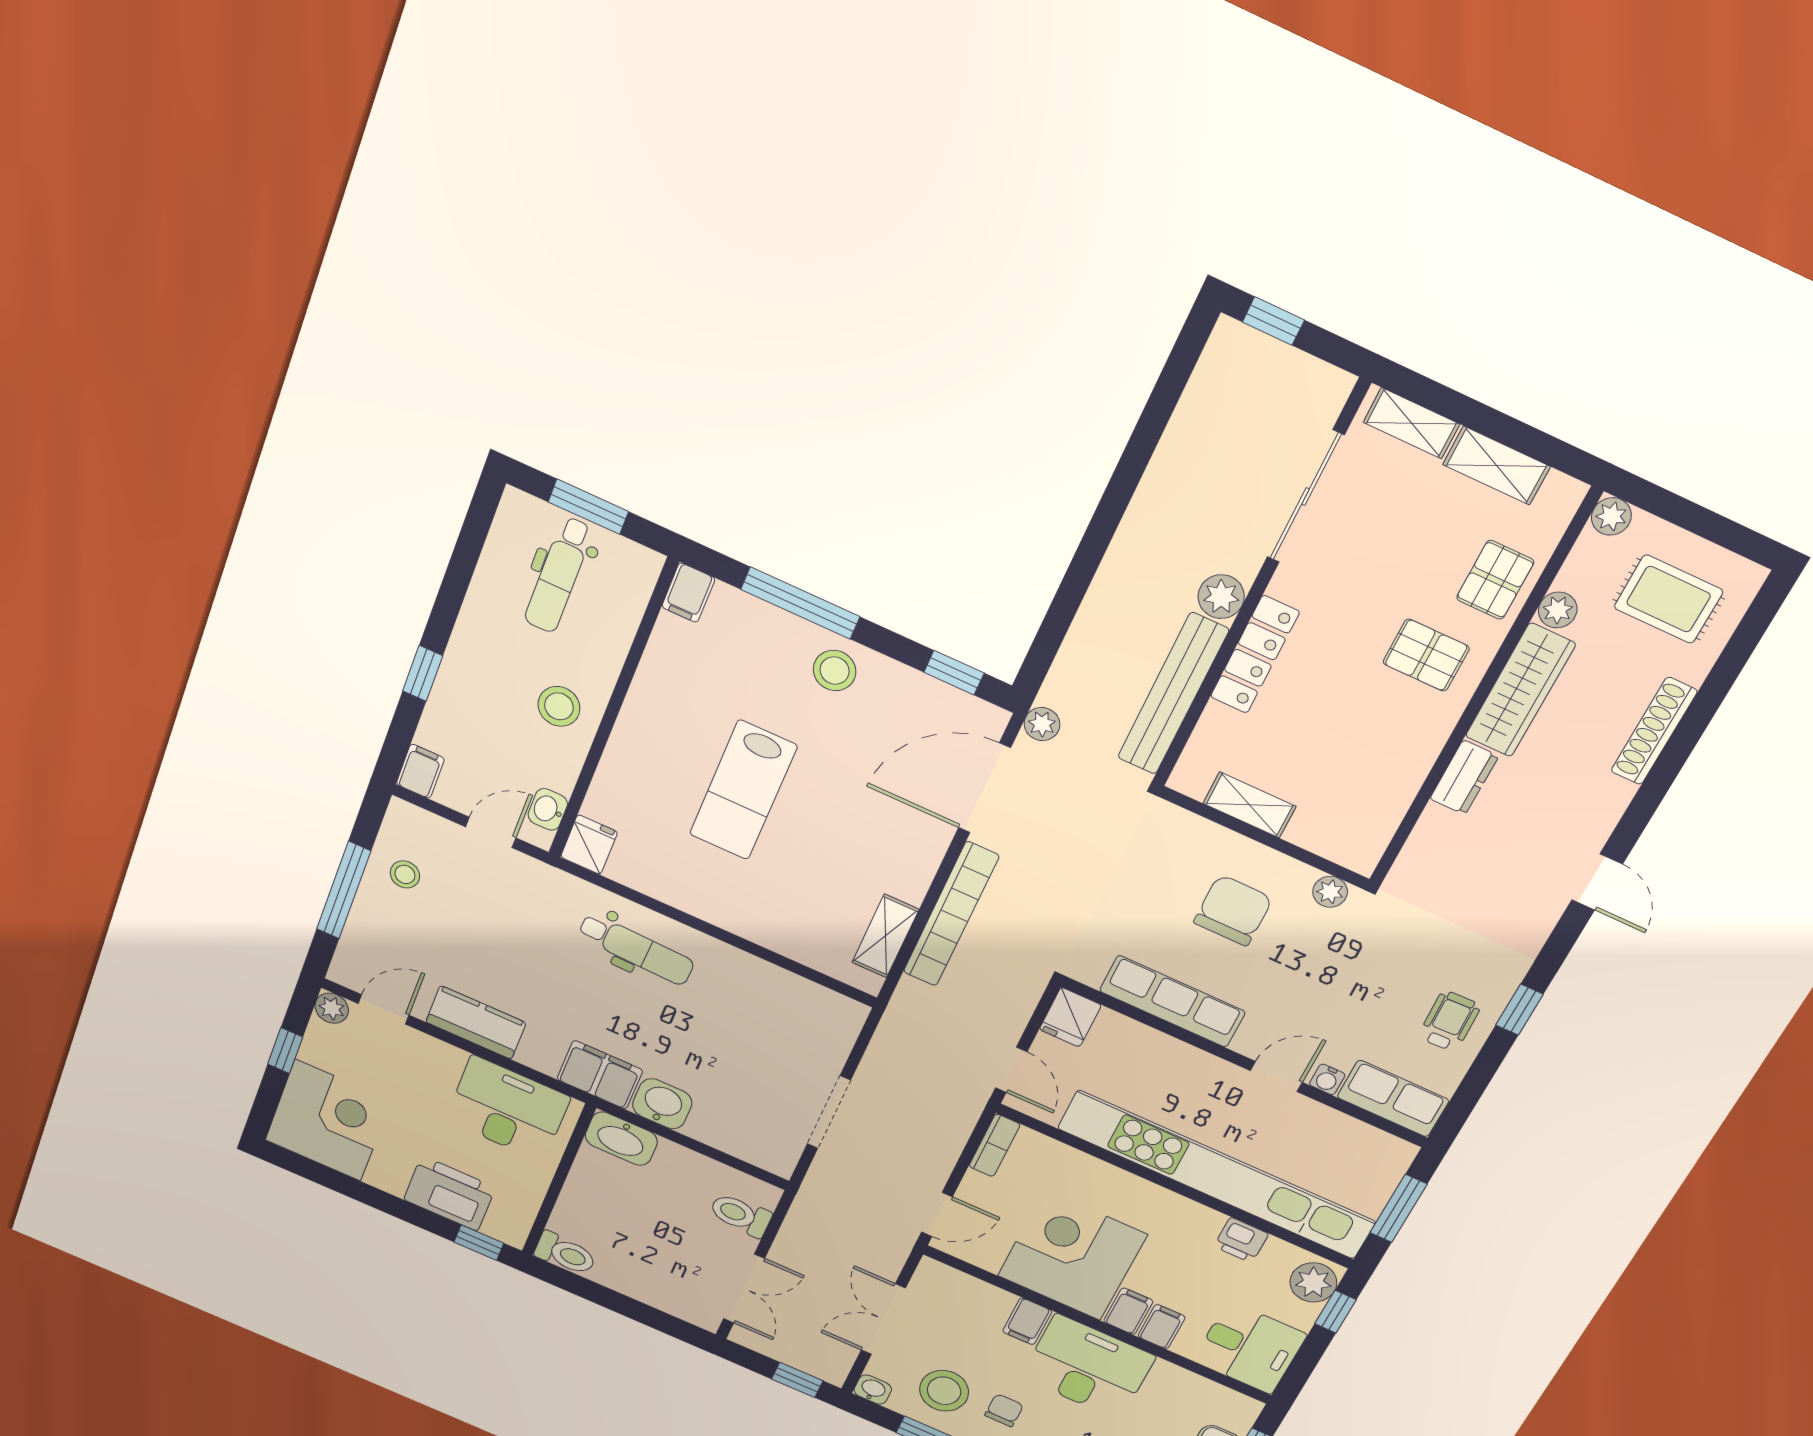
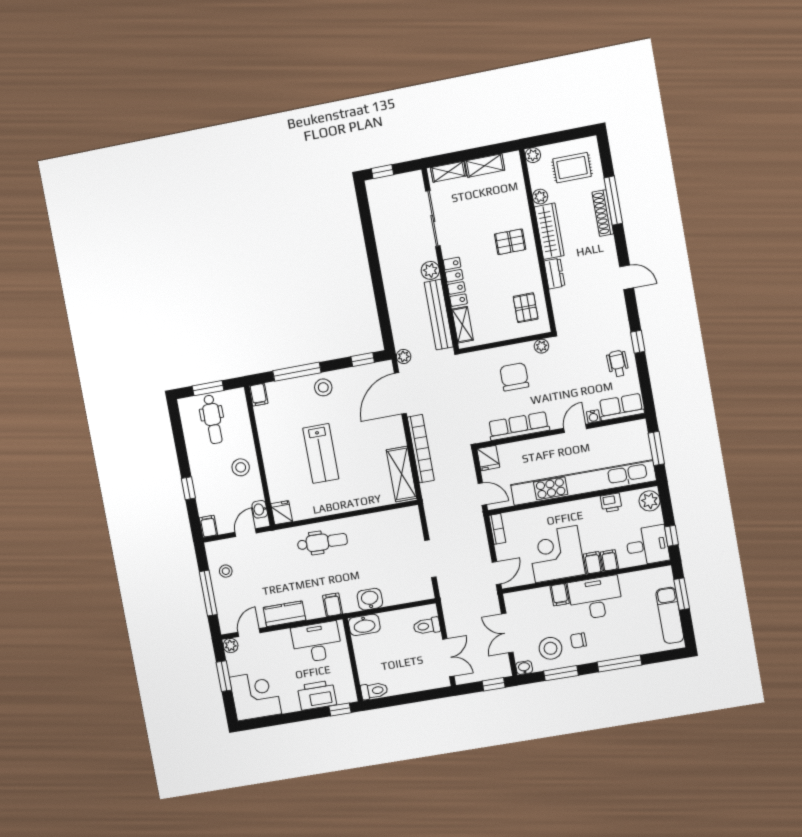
pallet: (1495, 580) -> (526, 308), moved
window: (1695, 722) -> (613, 201), added
shelving: (1250, 805) -> (463, 325), moved, turned 90
shelving: (885, 936) -> (402, 474), width x1.50, depth x1.33
window: (285, 1051) -> (224, 676), width x1.50
filing cabinet: (600, 1075) -> (333, 605), width x0.50
window: (1336, 1312) -> (672, 536), moved
chair: (1004, 1410) -> (578, 640), turned -90

